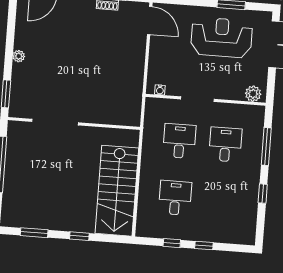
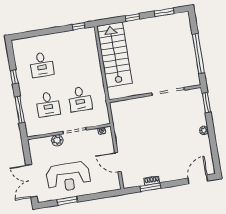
door: (150, 20) -> (118, 162), moved
plant: (253, 94) -> (57, 140), moved
desk: (175, 198) -> (41, 65), moved
window: (172, 243) -> (79, 26), moved
window: (204, 245) -> (46, 32), removed

